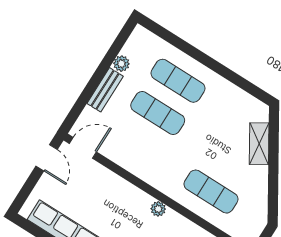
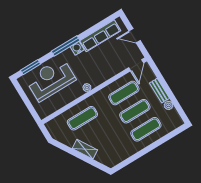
shelving: (259, 144) -> (85, 149), moved
exercise mat: (137, 145) -> (124, 93), added
door: (47, 158) -> (135, 36), moved

